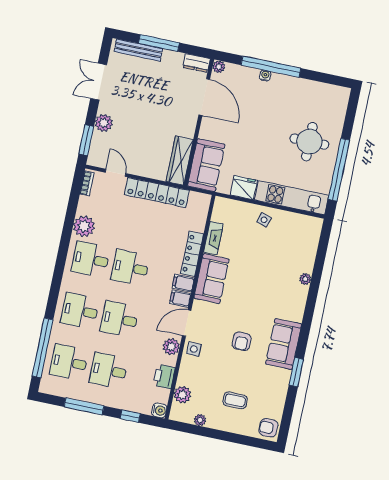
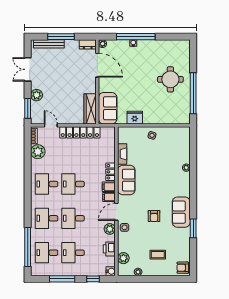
kitchen unit: (292, 198) -> (167, 118), removed
plant: (84, 226) -> (38, 152), moved
locker: (192, 254) -> (111, 172), width x0.66

